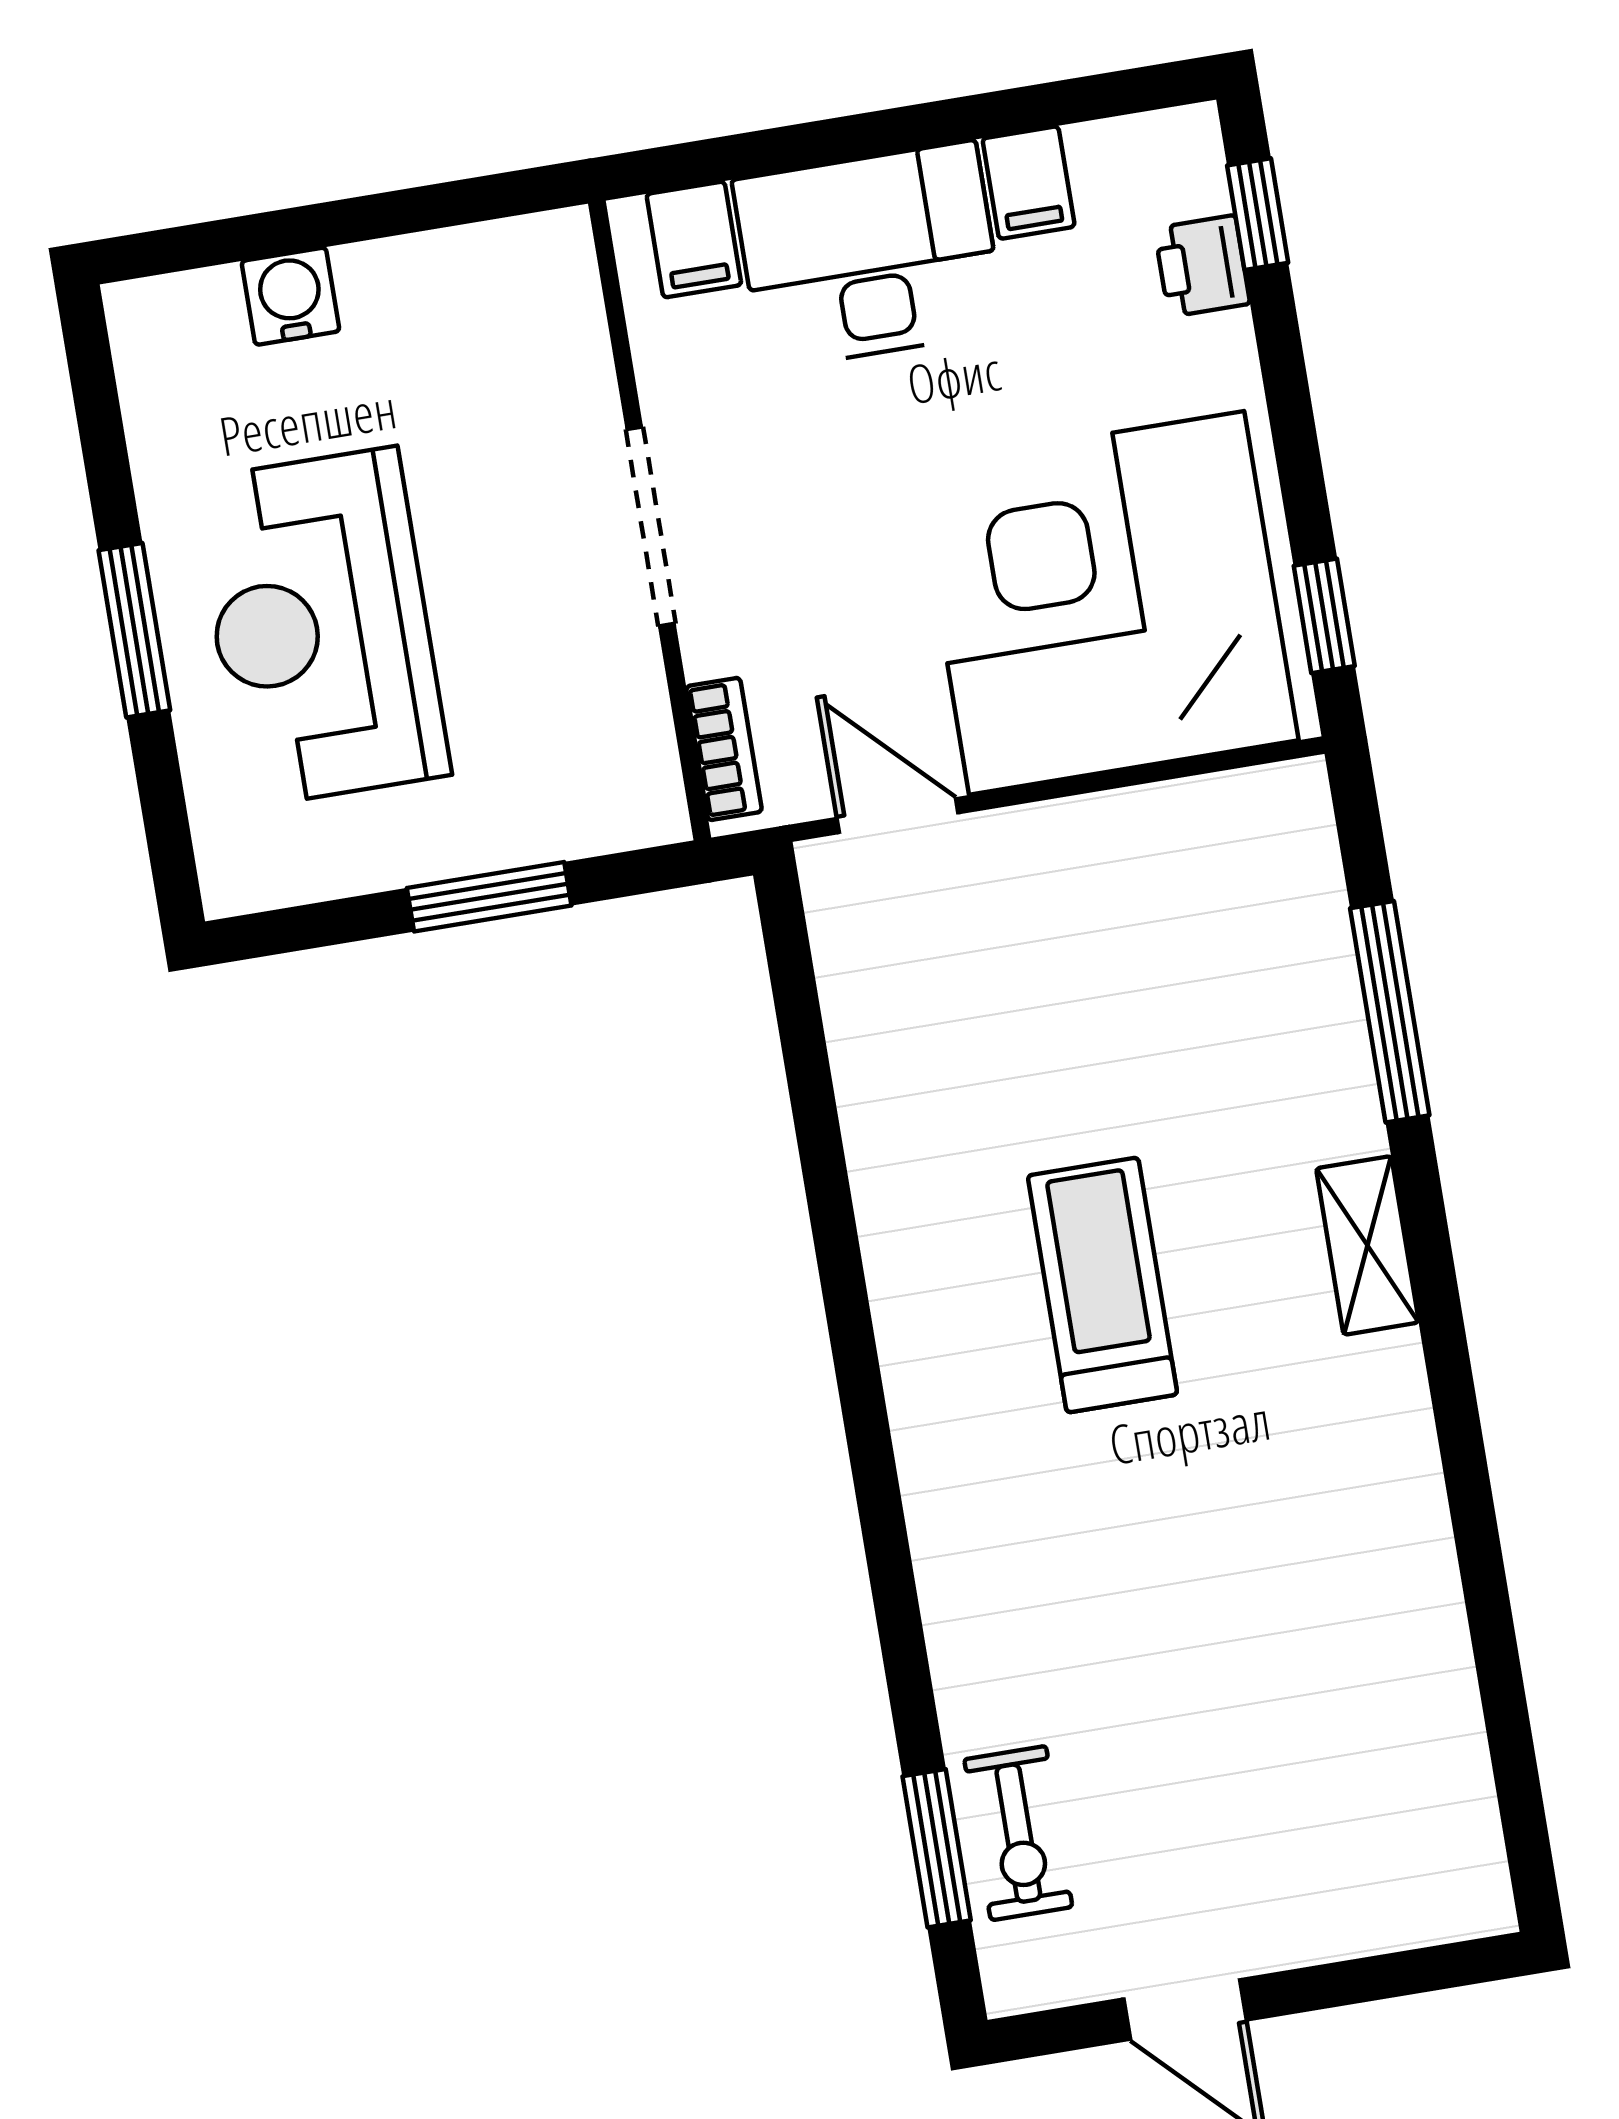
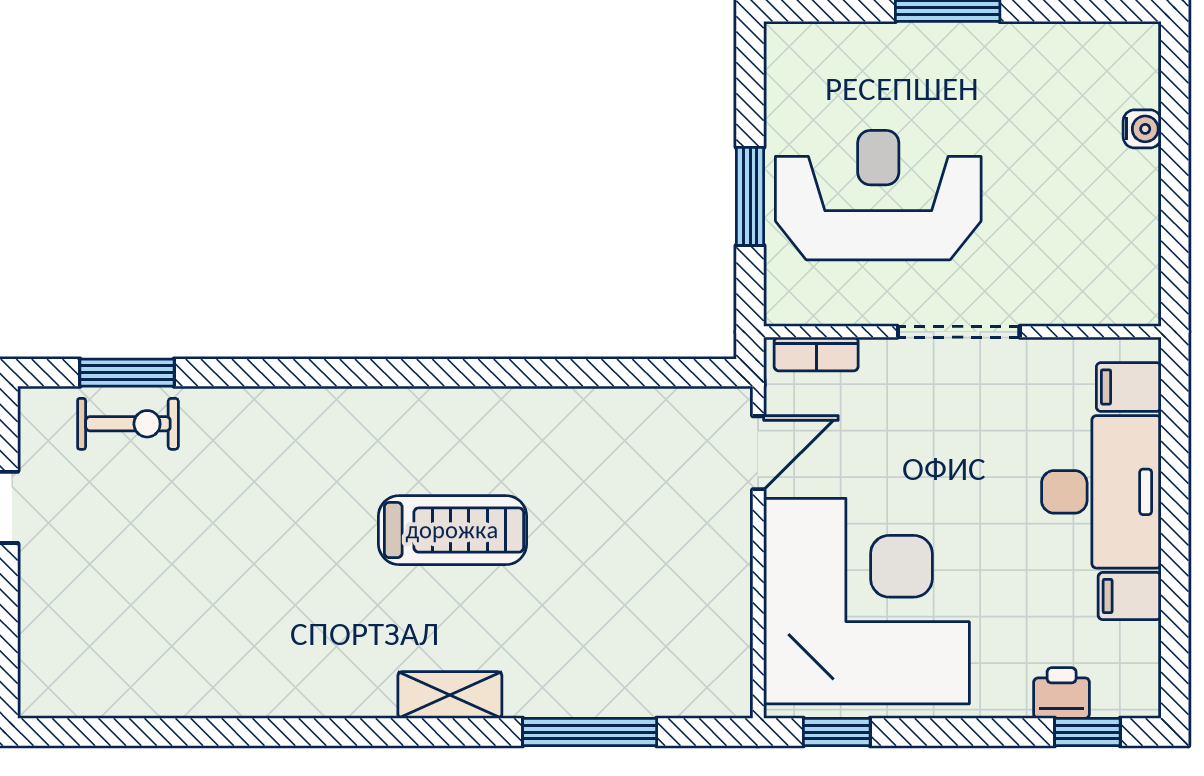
water cooler: (290, 296) -> (1142, 129), width x0.72, depth x0.72
reception desk: (321, 627) -> (878, 195), moved
exercise bike: (1018, 1833) -> (128, 424), turned 180

